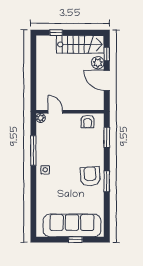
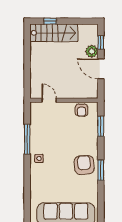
stairs: (80, 44) -> (54, 33), moved
plant: (41, 118) -> (35, 107), removed

